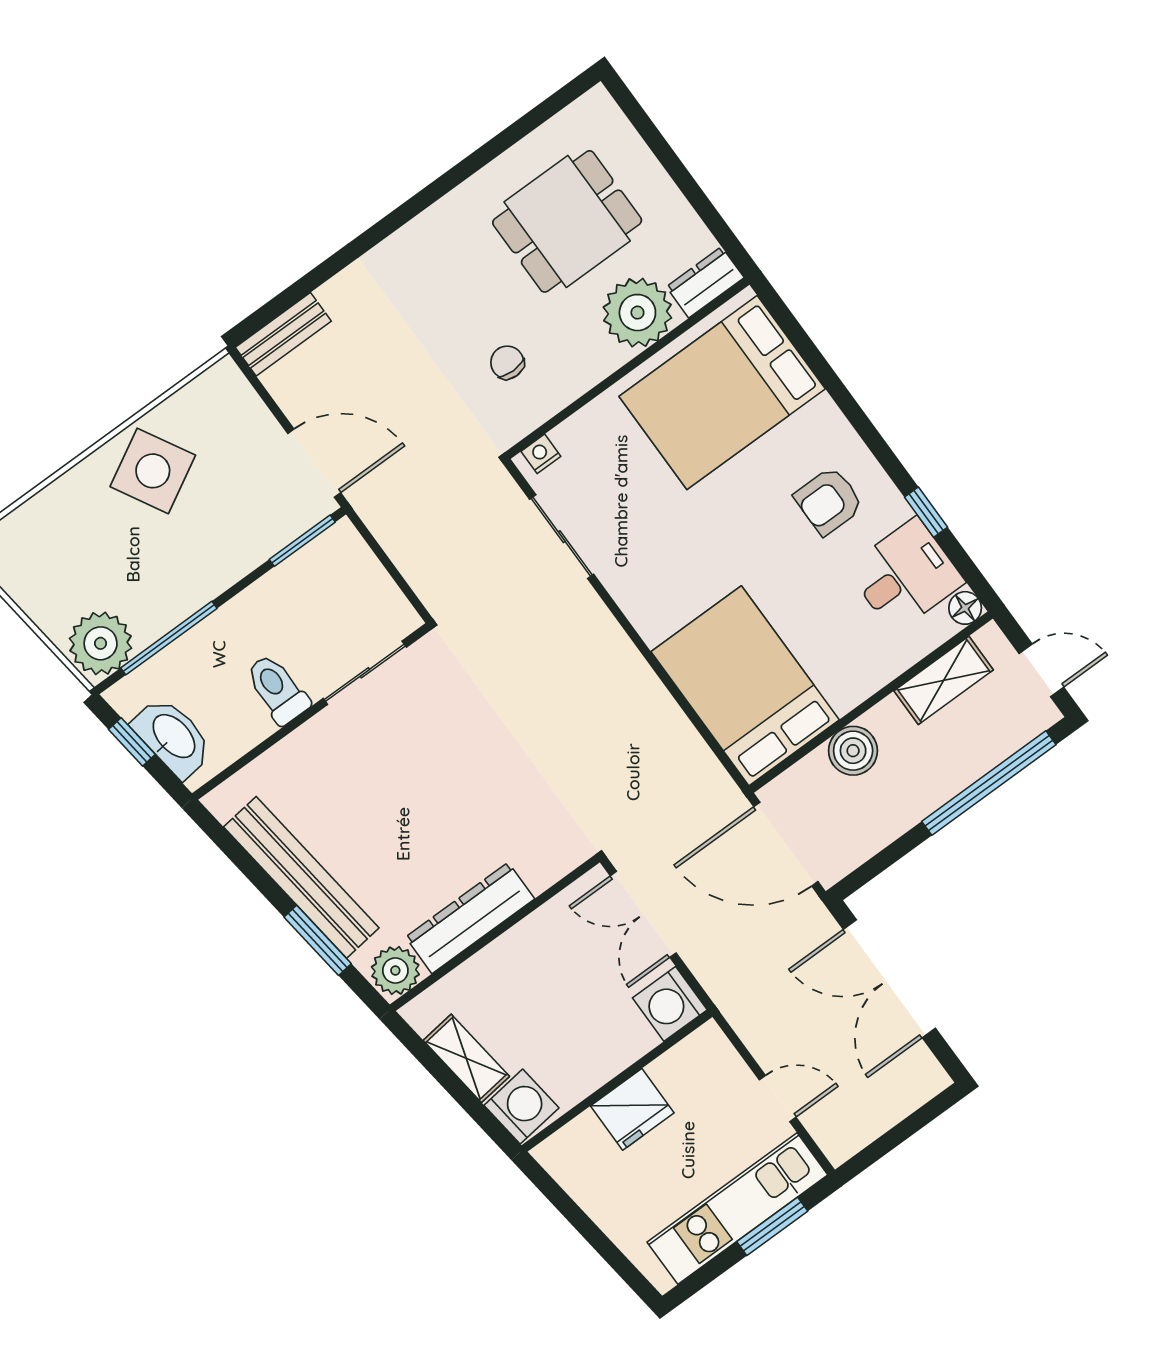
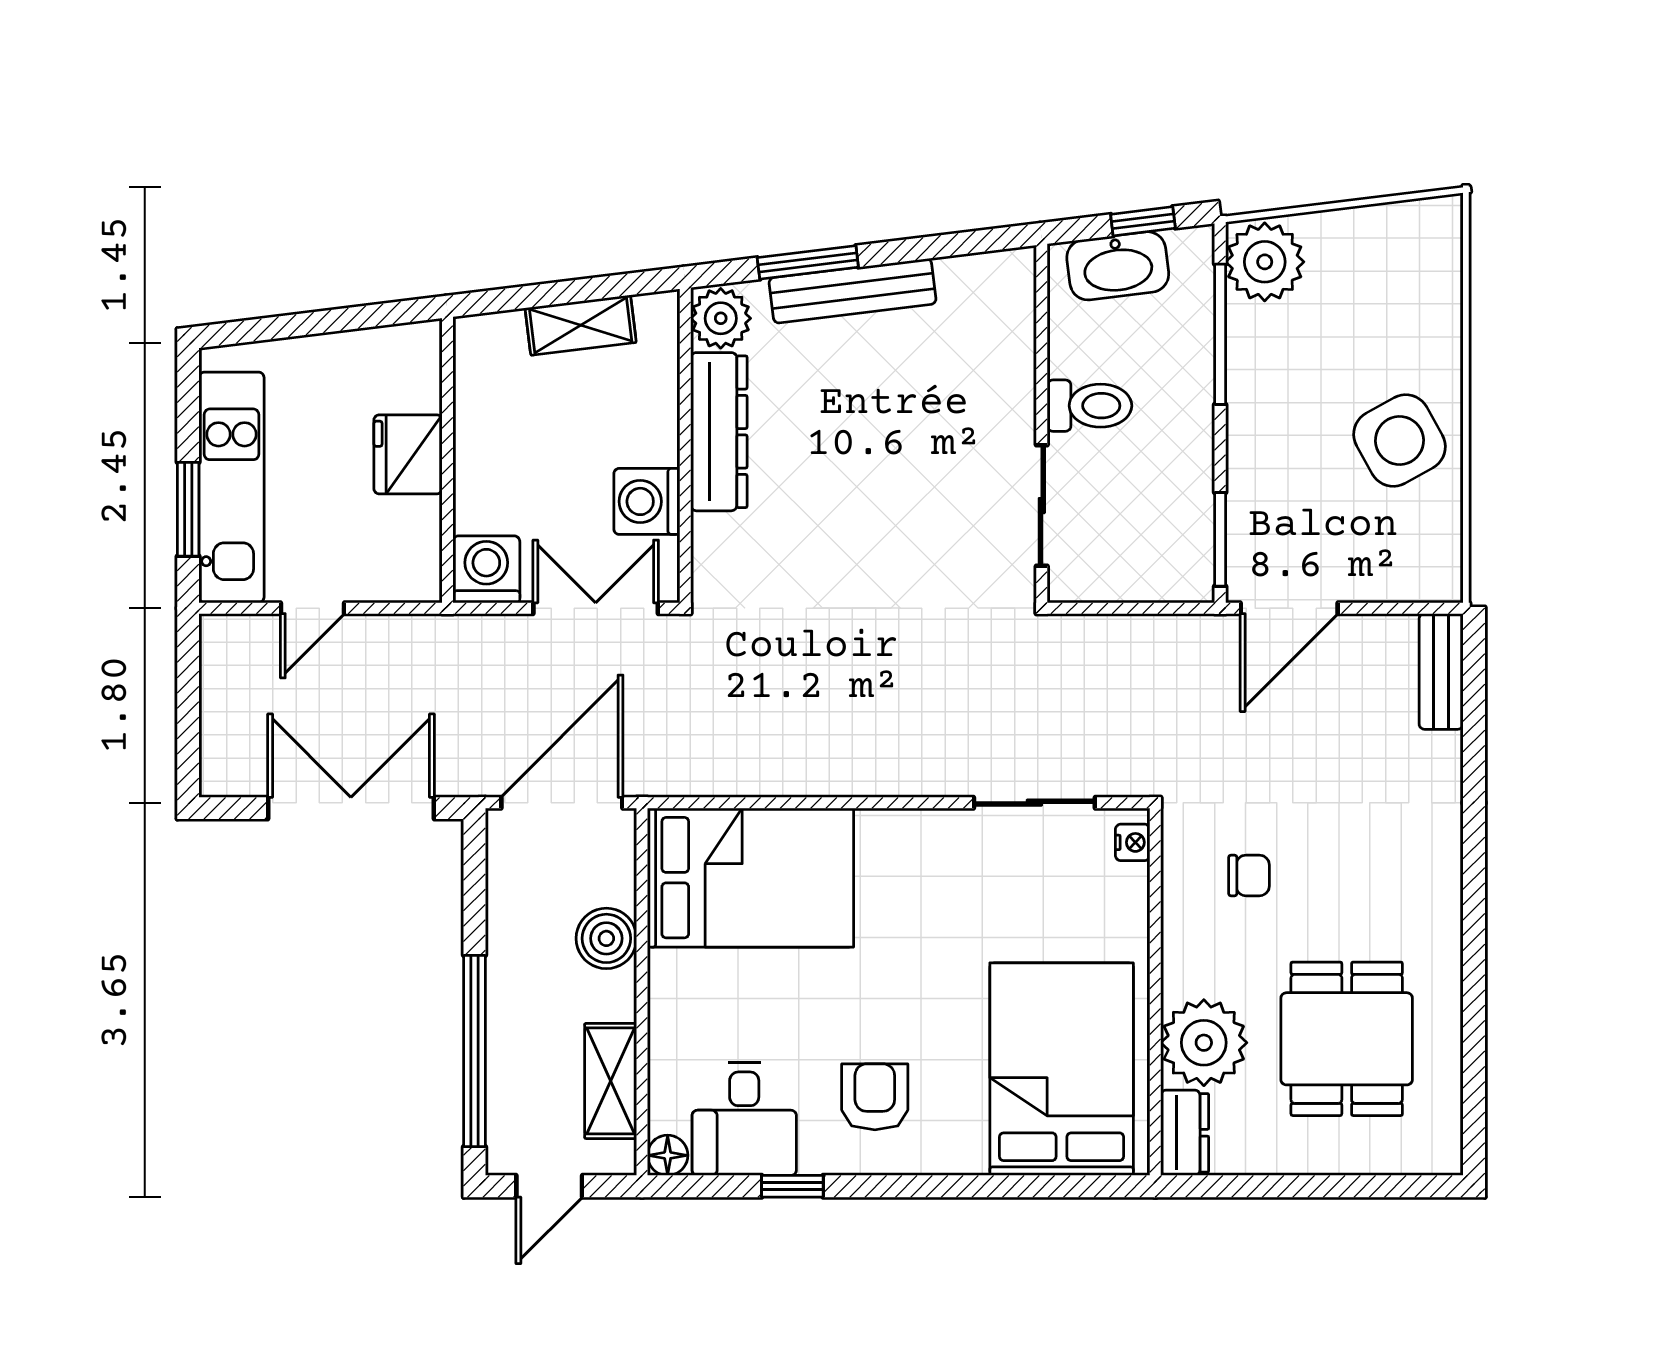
bench: (301, 877) -> (853, 291), width x0.73, depth x0.82
washing machine: (521, 1107) -> (647, 501), moved, turned 97

